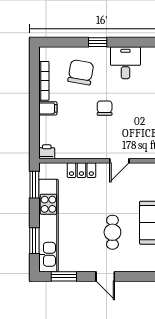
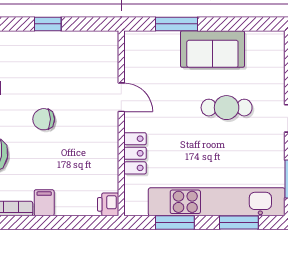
window: (34, 185) -> (175, 223), moved

